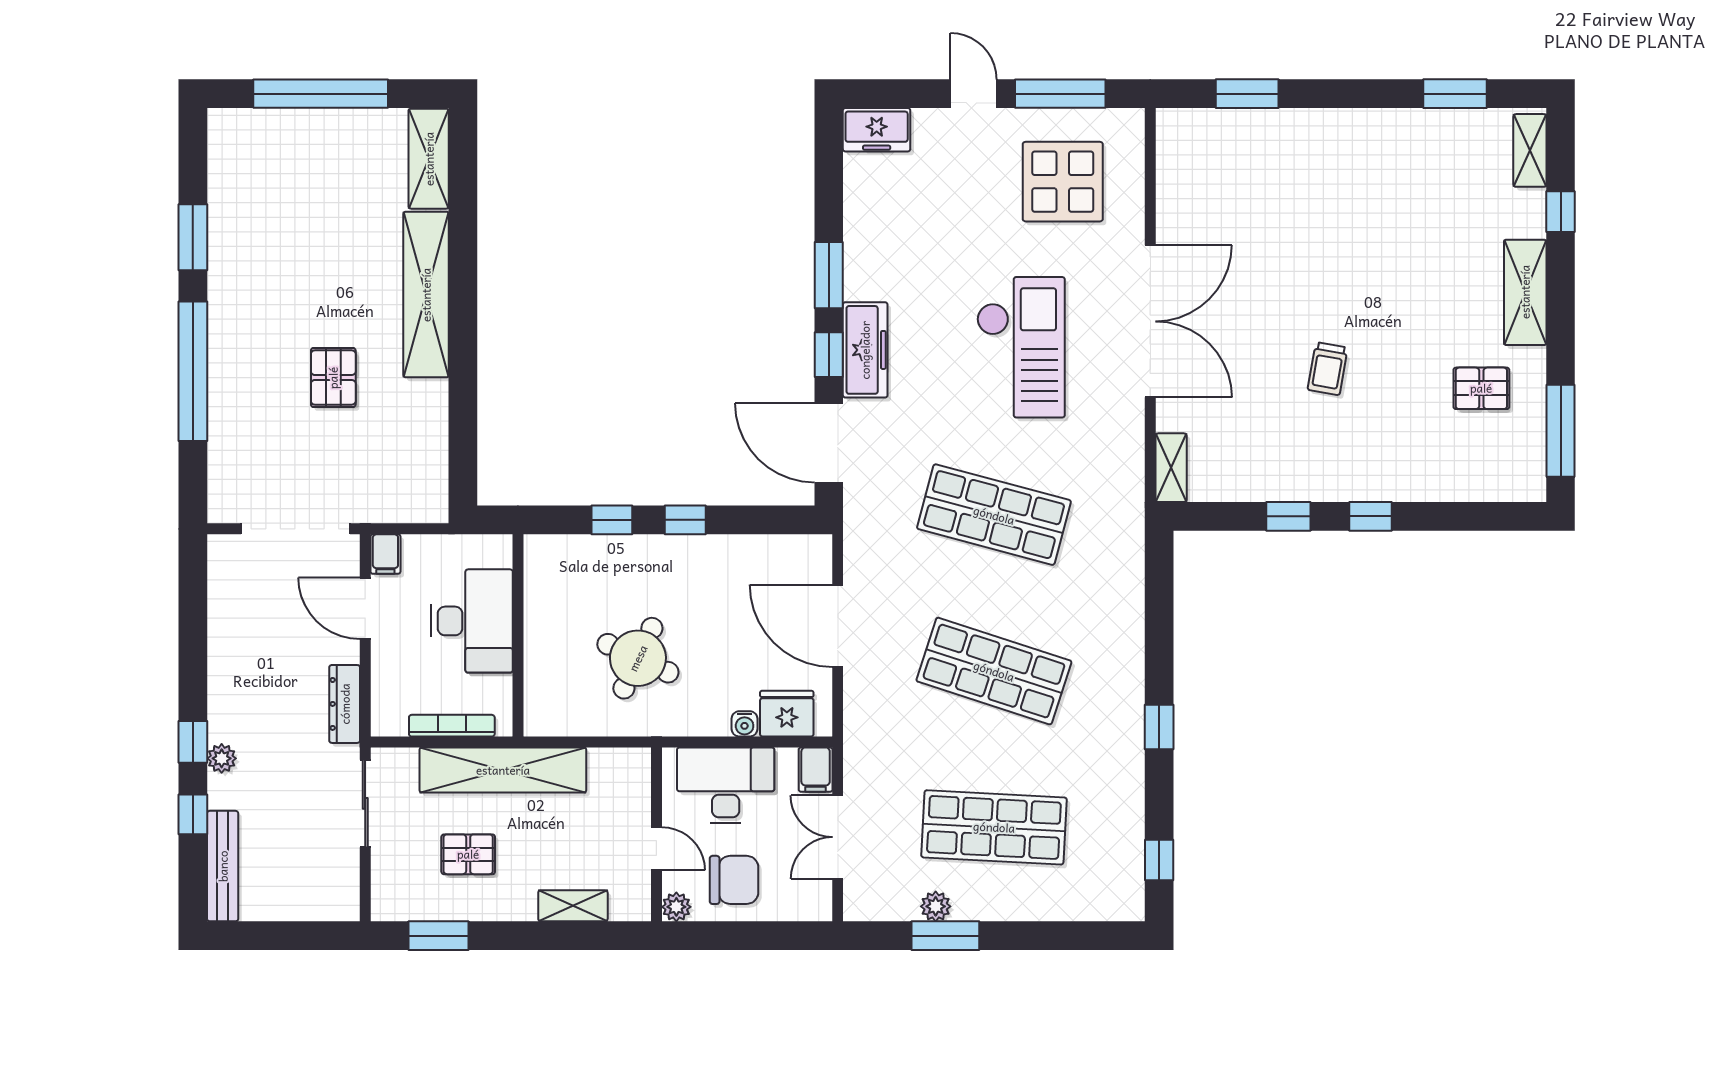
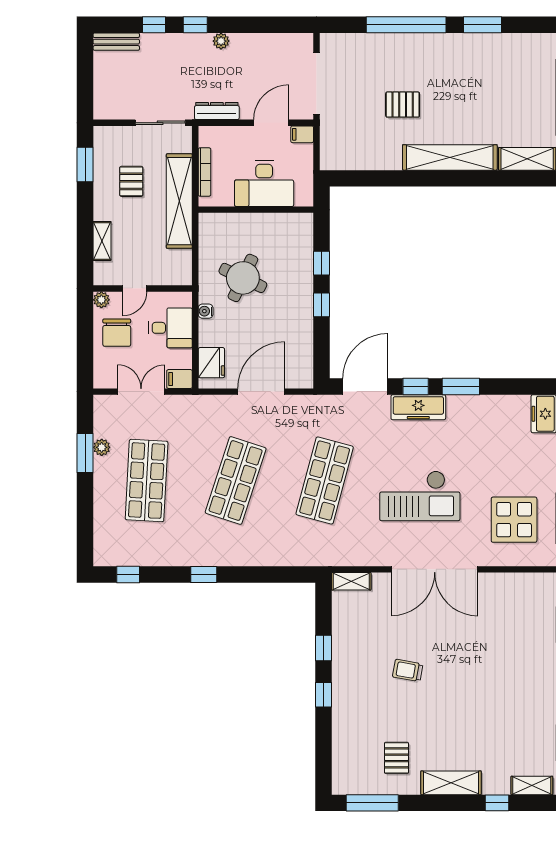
water cooler: (745, 724) -> (206, 311), moved
plant: (222, 758) -> (221, 41), moved
desk: (726, 785) -> (171, 328), width x0.73
bench: (223, 866) -> (116, 42), width x0.73

